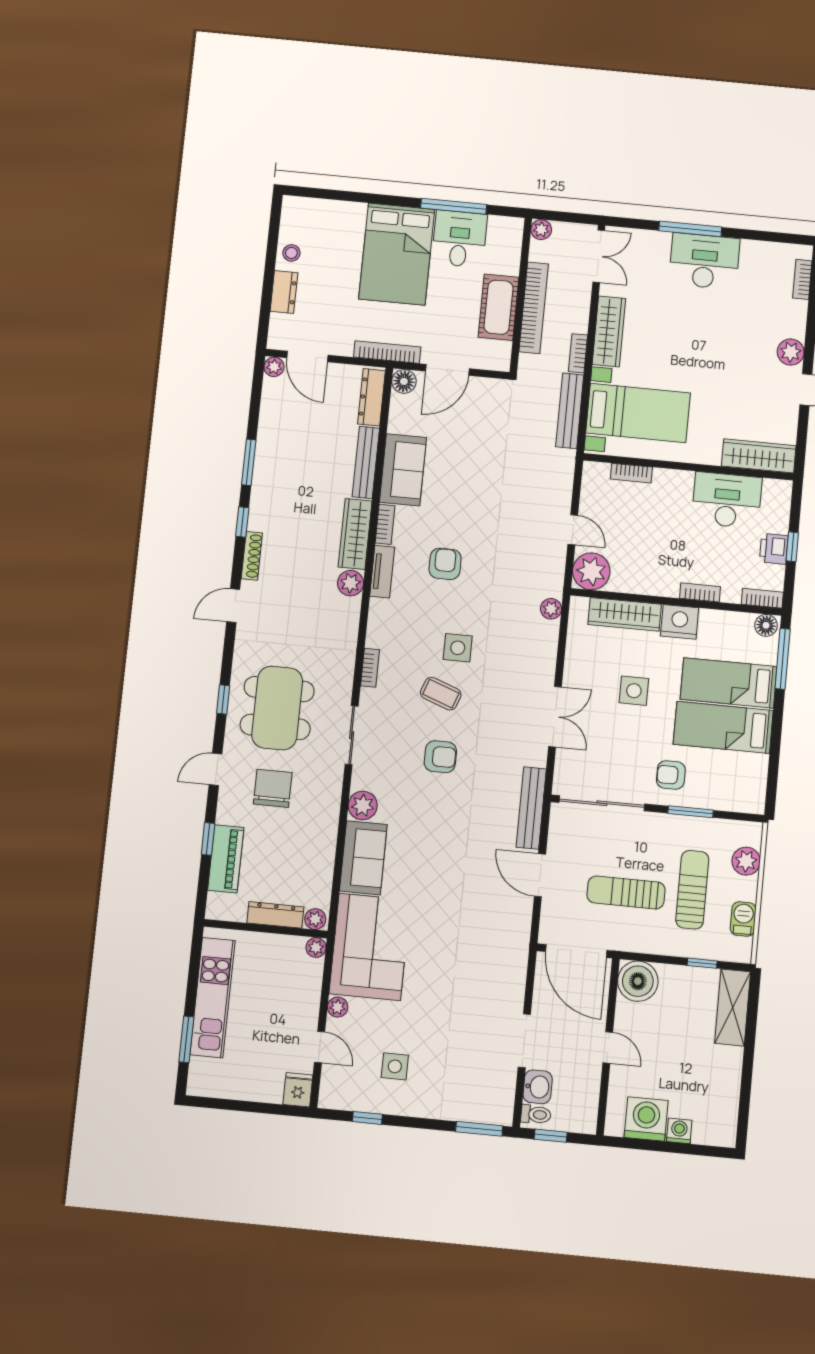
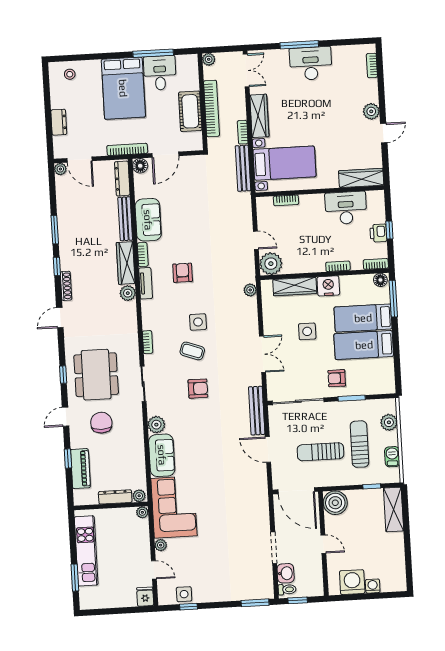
stool: (291, 253) -> (70, 74), moved
side table: (395, 1066) -> (184, 594), moved

